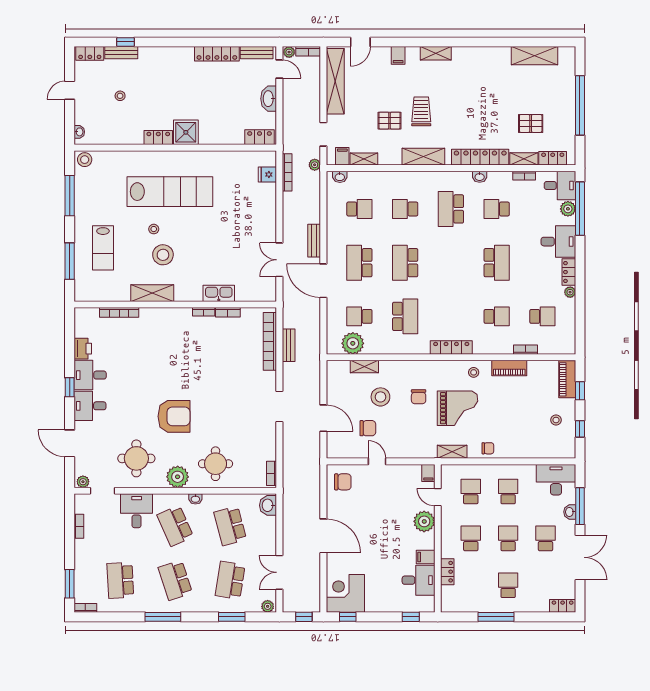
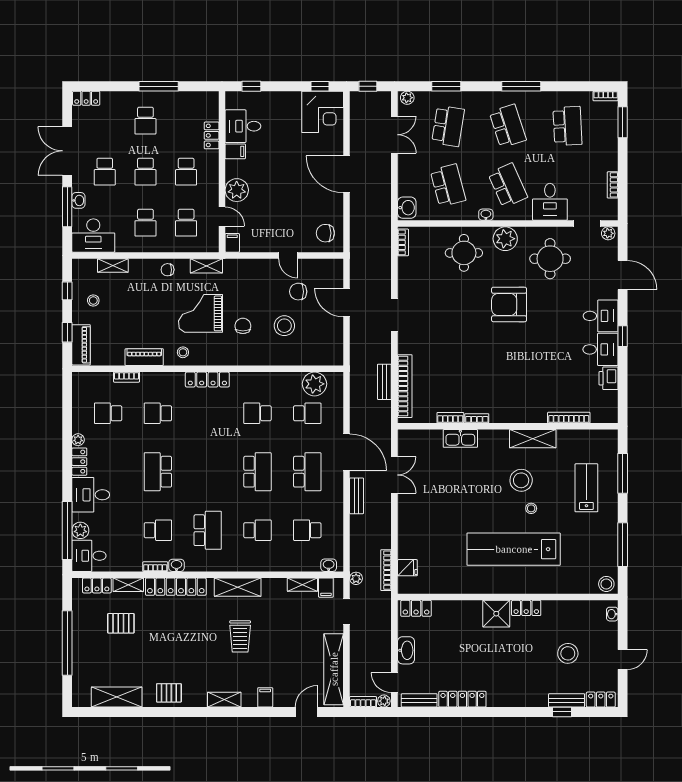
stool: (120, 96) -> (568, 653), width x1.89, depth x1.89
pallet: (390, 121) -> (169, 693), moved
bookcase: (524, 176) -> (155, 567), moved
school desk: (405, 316) -> (257, 413), width x0.54
shelving: (364, 366) -> (113, 265), moved

